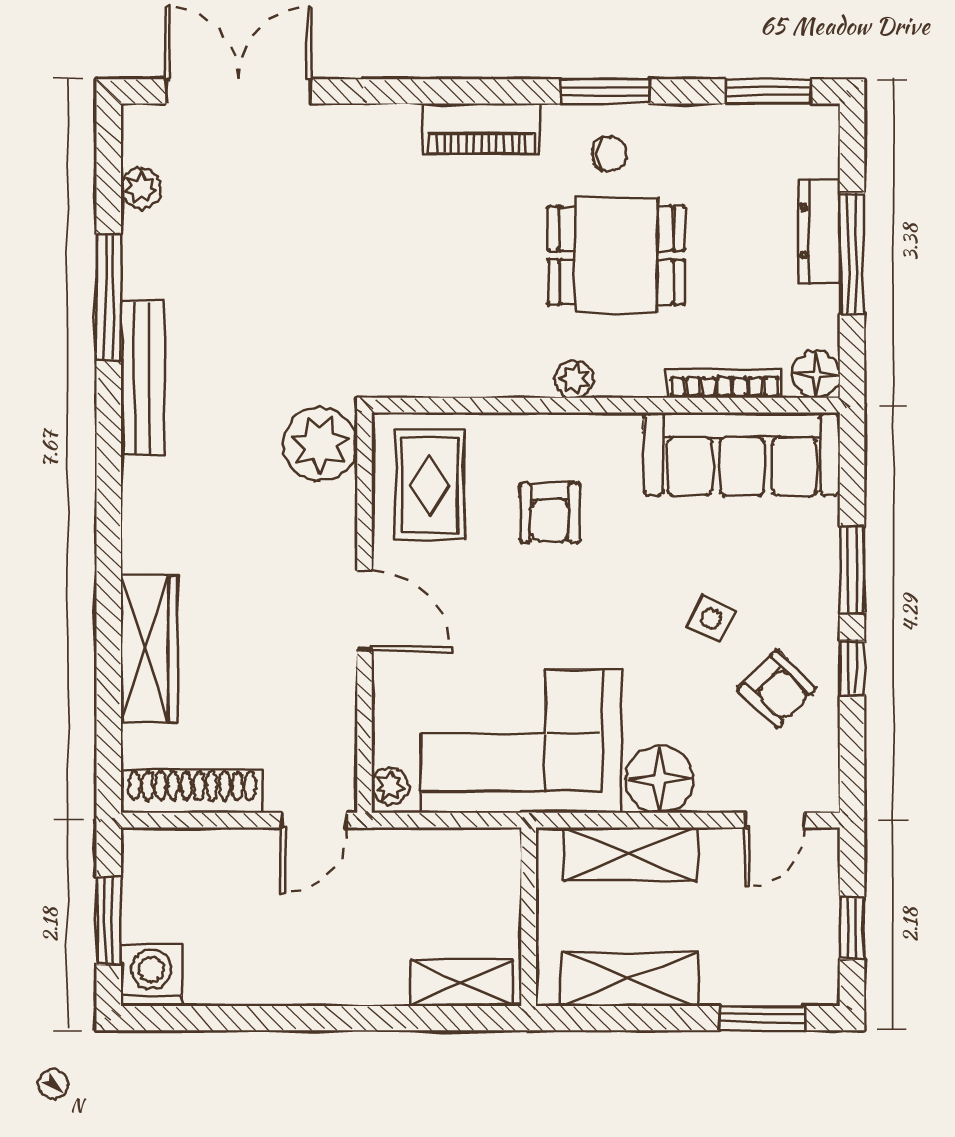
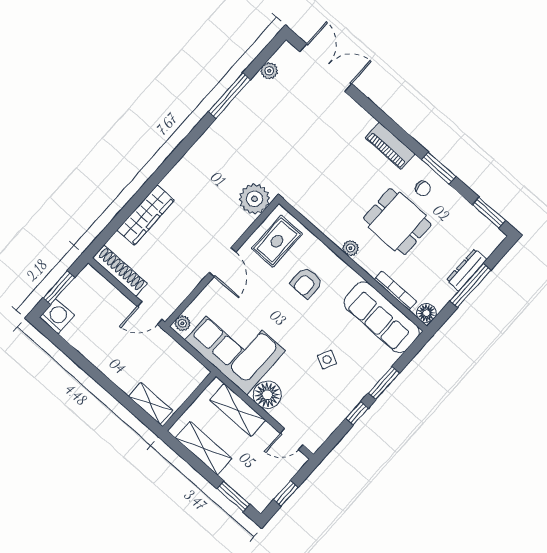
bench: (142, 378) -> (218, 130), removed
armchair: (777, 689) -> (328, 399), removed

